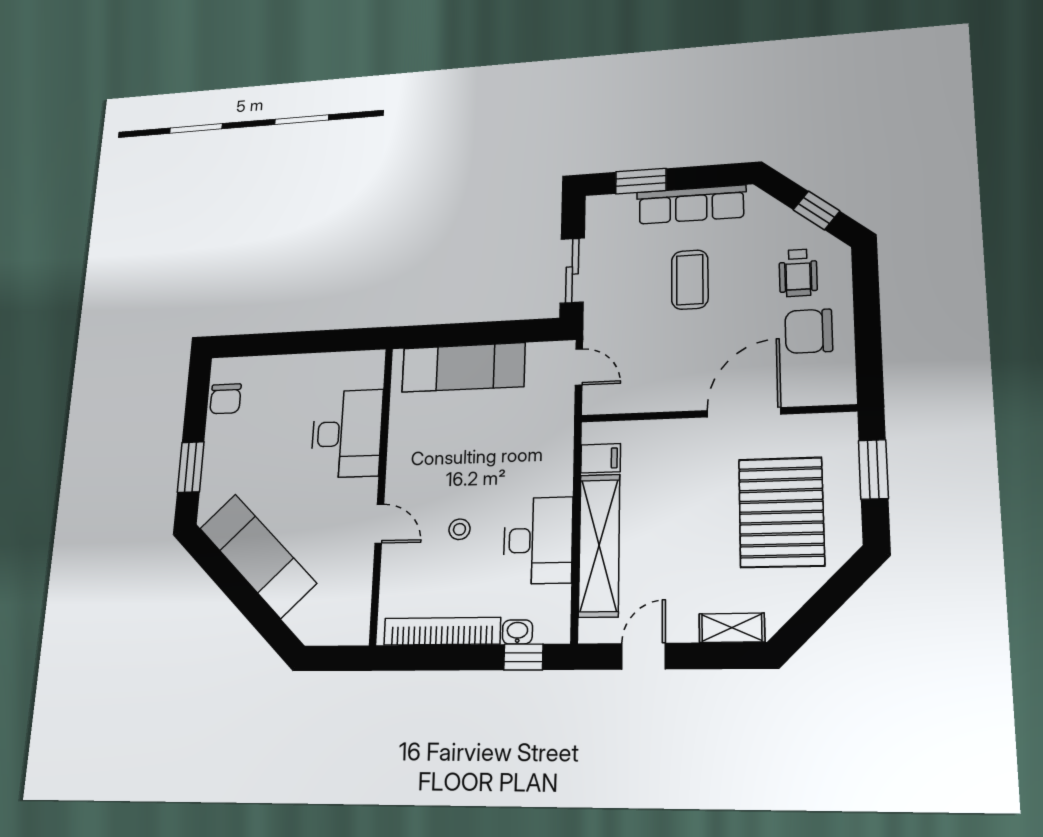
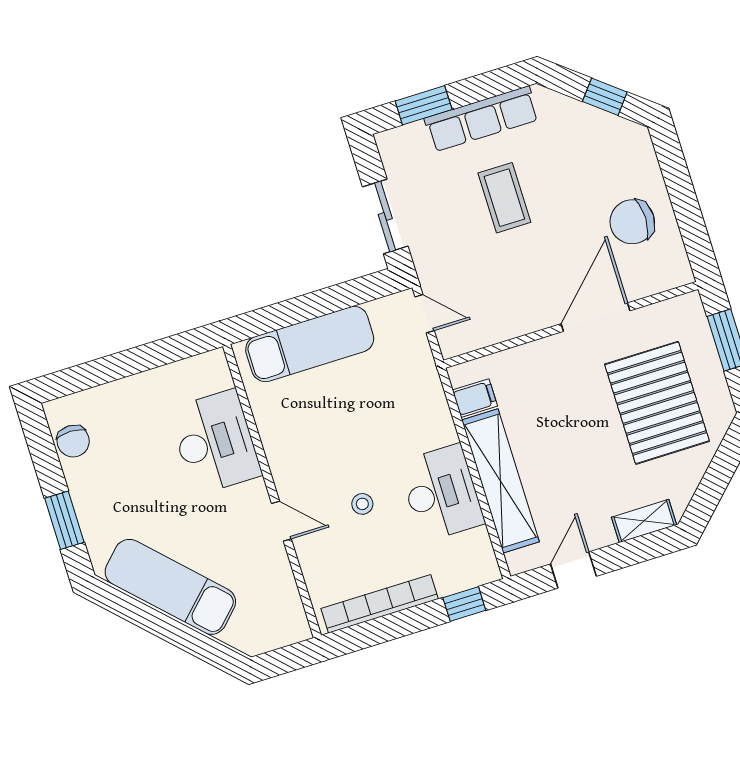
wheelchair: (798, 273) -> (606, 165), removed
washbasin: (517, 632) -> (451, 583), removed

